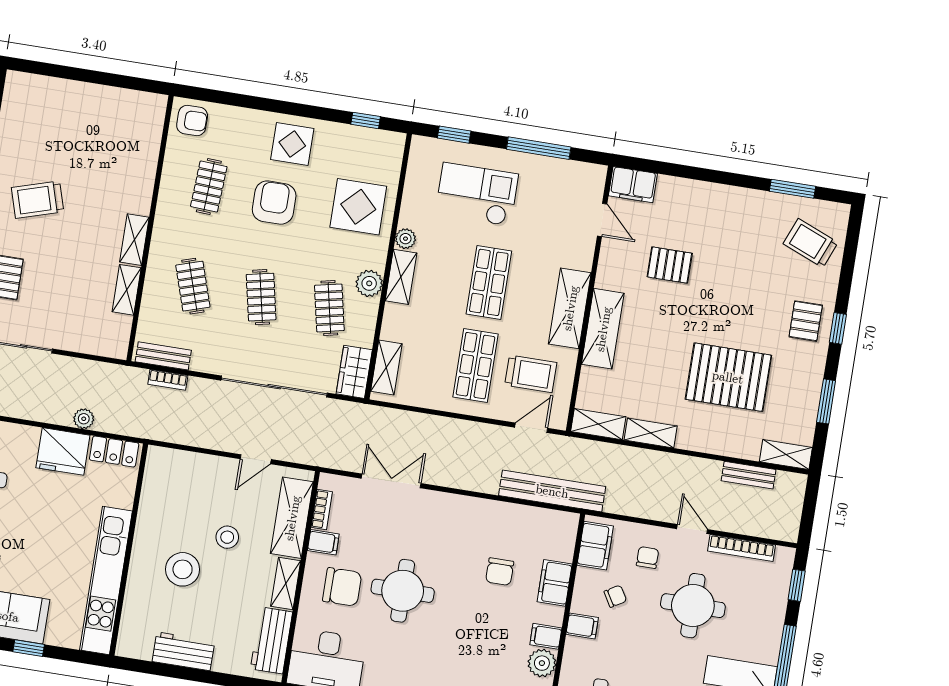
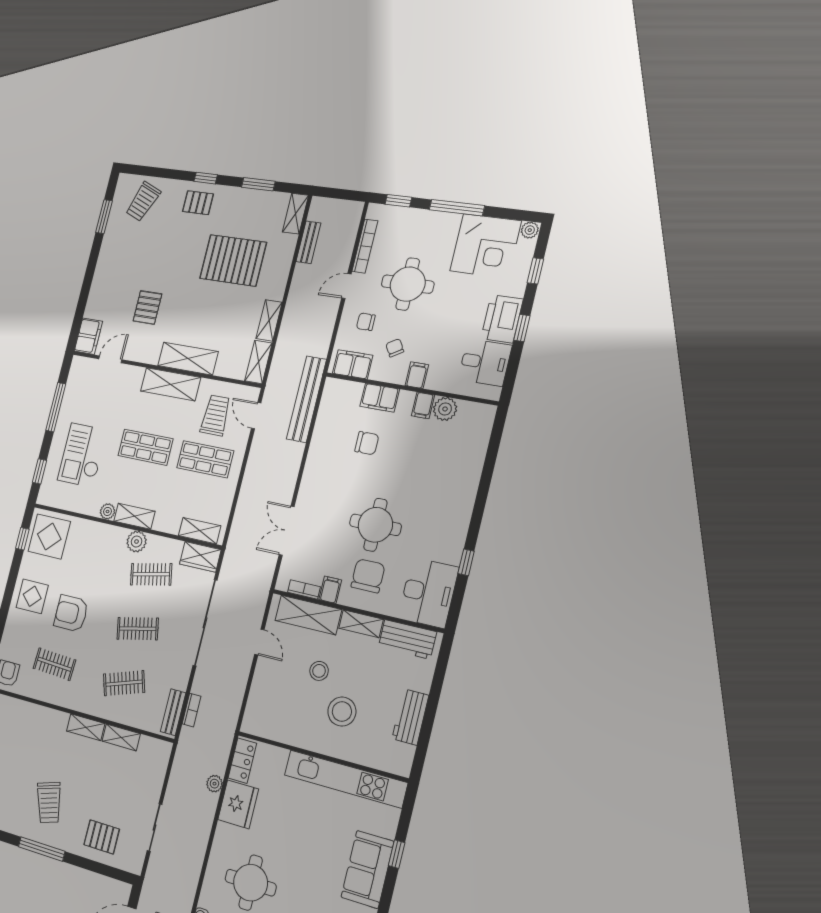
display table: (358, 207) -> (49, 537), moved
pallet: (728, 377) -> (233, 260), turned 90

